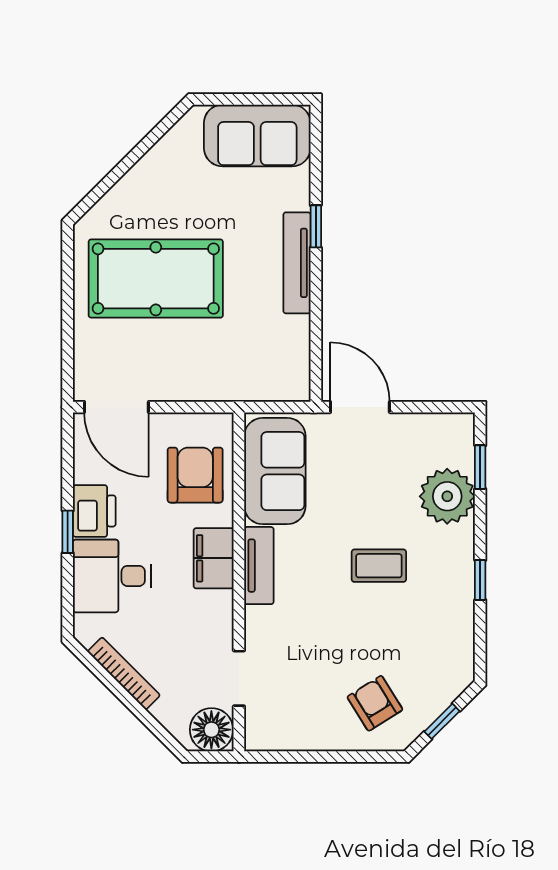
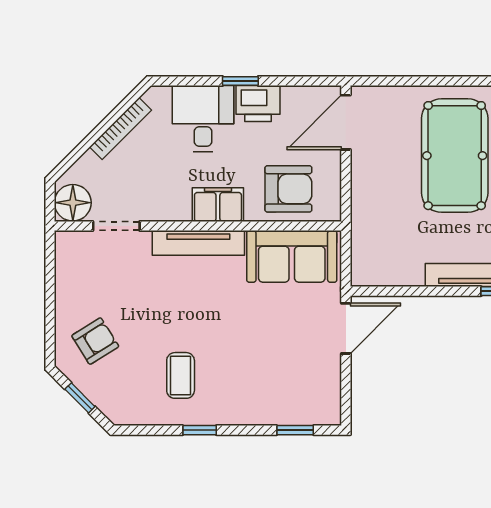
plant: (447, 496) -> (270, 402), removed
tv unit: (259, 566) -> (198, 243), width x1.41
coffee table: (379, 566) -> (181, 375), moved

